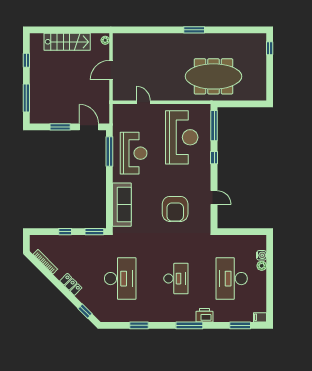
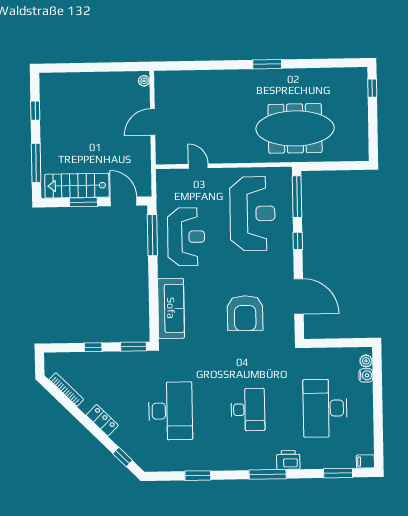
stairs: (67, 42) -> (77, 186), moved, turned 180
door: (214, 198) -> (299, 296), width x1.88
plant: (262, 266) -> (366, 361), moved

